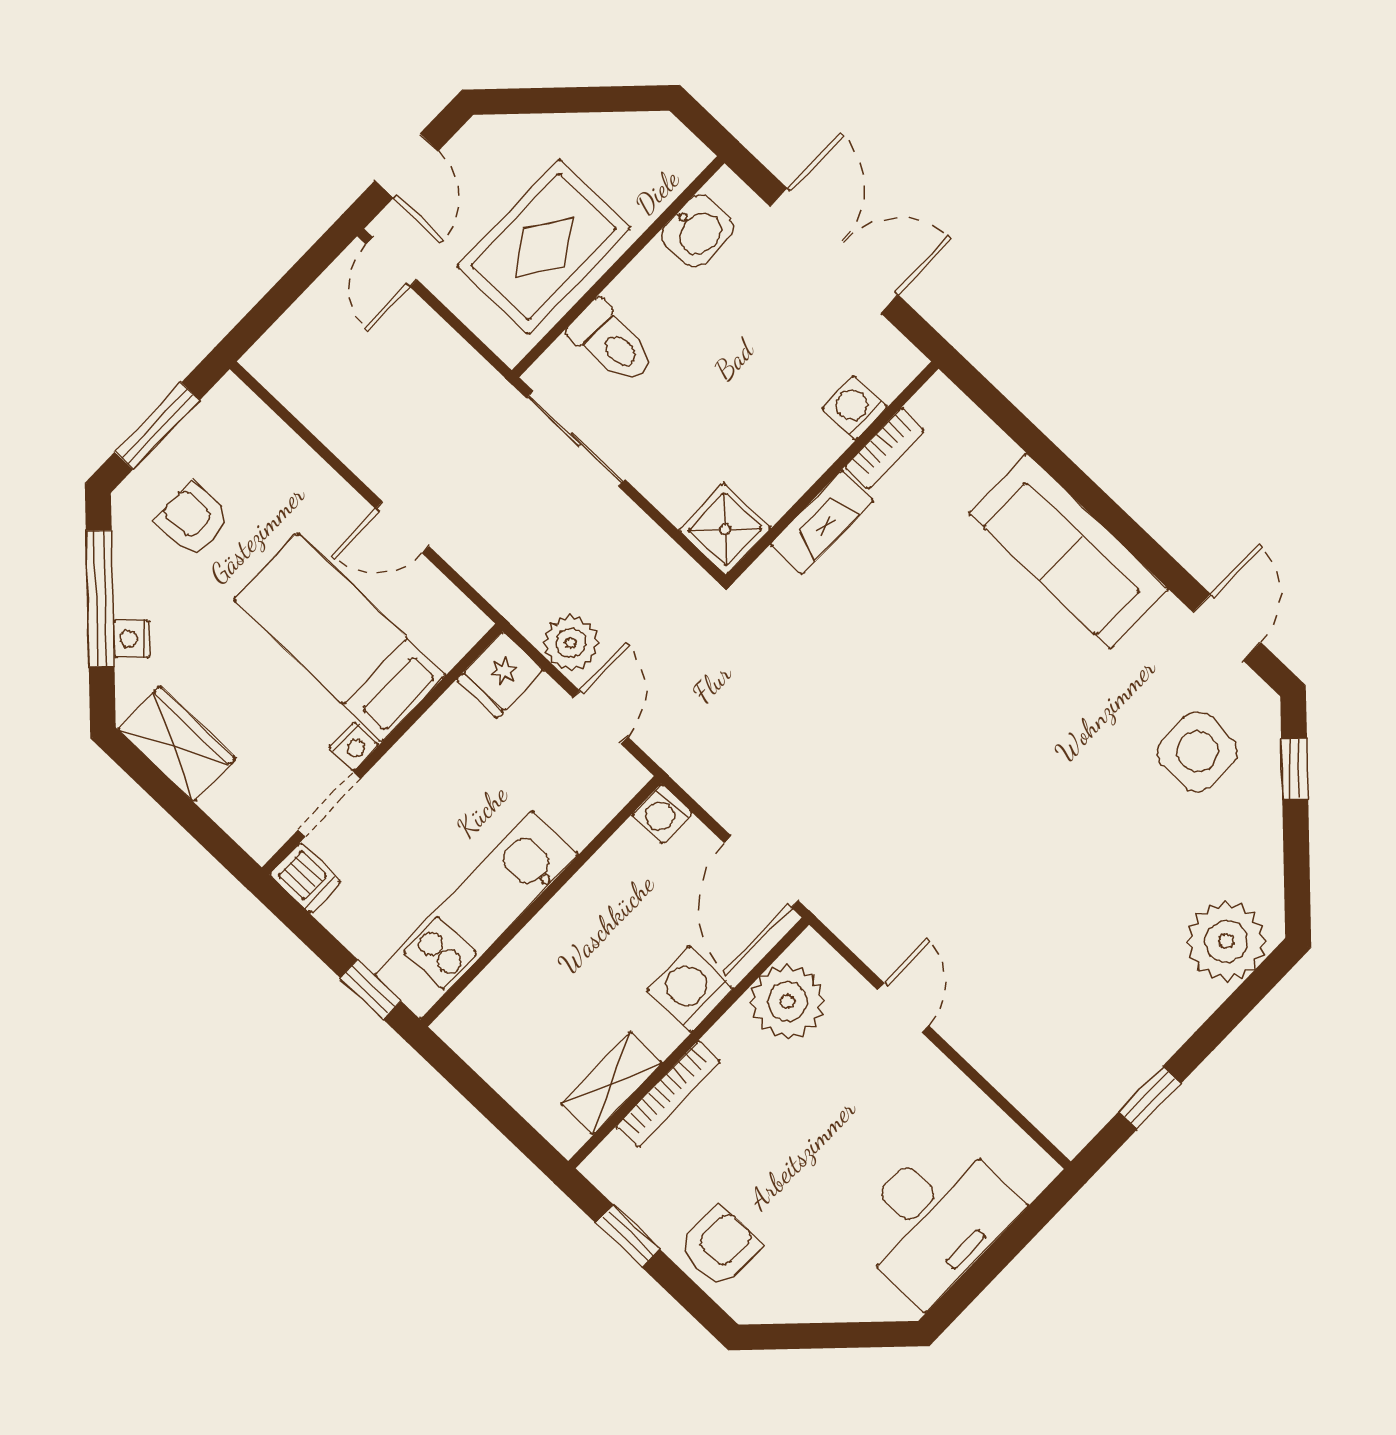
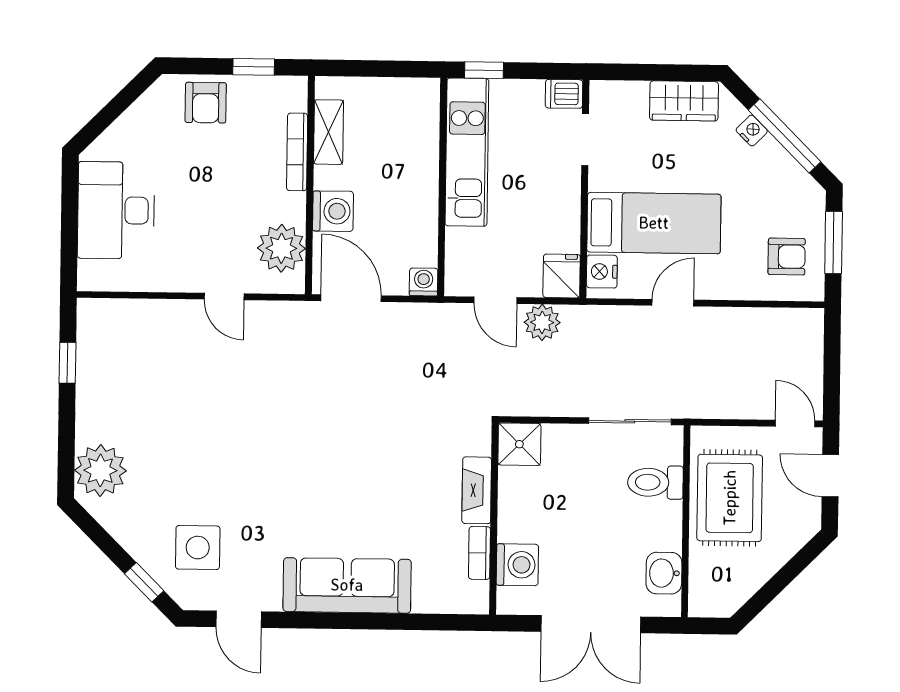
washing machine: (855, 408) -> (517, 565), width x1.38, depth x1.38
armchair: (193, 519) -> (787, 257), moved
nightstand: (354, 746) -> (602, 272), moved, width x1.39, depth x1.35

